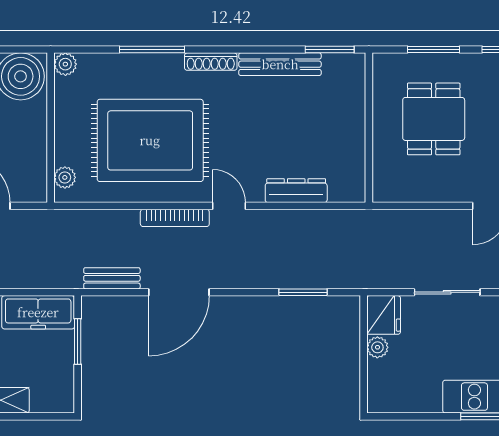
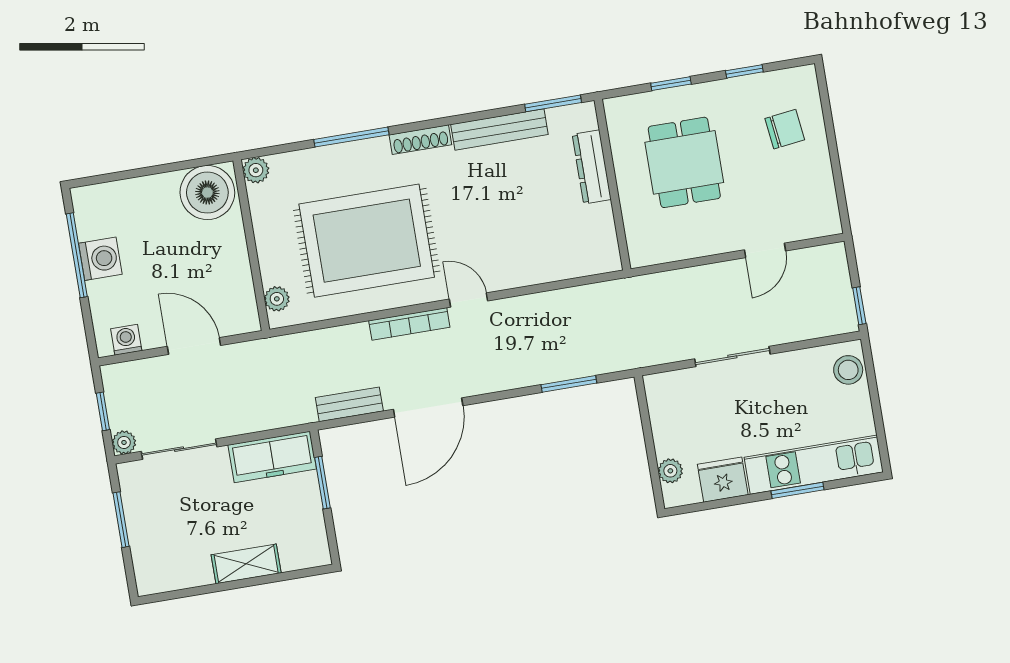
window: (434, 49) -> (671, 84), width x0.67
dresser: (296, 191) -> (592, 167), moved, turned -90
fridge: (384, 315) -> (723, 480), moved, turned -90
plant: (377, 347) -> (670, 471), moved

